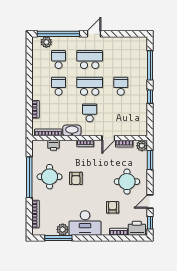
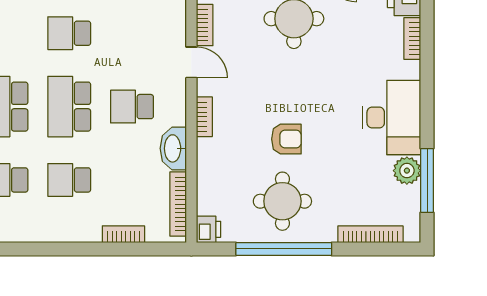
printer: (53, 145) -> (209, 229), moved
armchair: (113, 207) -> (355, 53), removed

